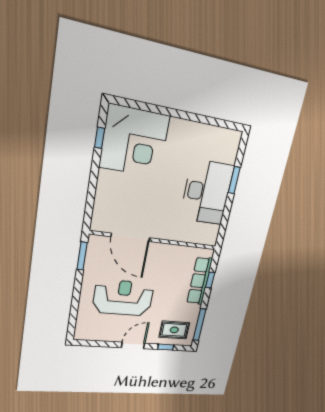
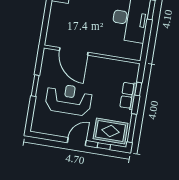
window: (82, 256) -> (35, 86), moved
row of seats: (200, 281) -> (128, 96), width x0.68
rug: (174, 330) -> (111, 131), width x1.36, depth x1.43

